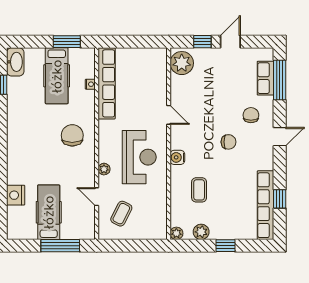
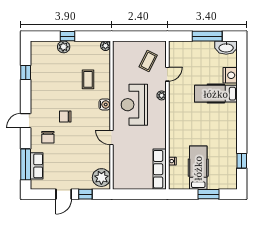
window: (67, 42) -> (209, 194), moved
washbasin: (15, 62) -> (226, 48), moved, turned -90
row of seats: (107, 83) -> (160, 169), width x0.73
chair: (72, 135) -> (186, 122), removed
door: (97, 197) -> (167, 74), hinge flipped
row of seats: (265, 205) -> (37, 67), removed
hospital bed: (49, 212) -> (216, 94), moved, turned 90
plant: (201, 232) -> (64, 47), moved
window: (60, 246) -> (207, 36), moved

